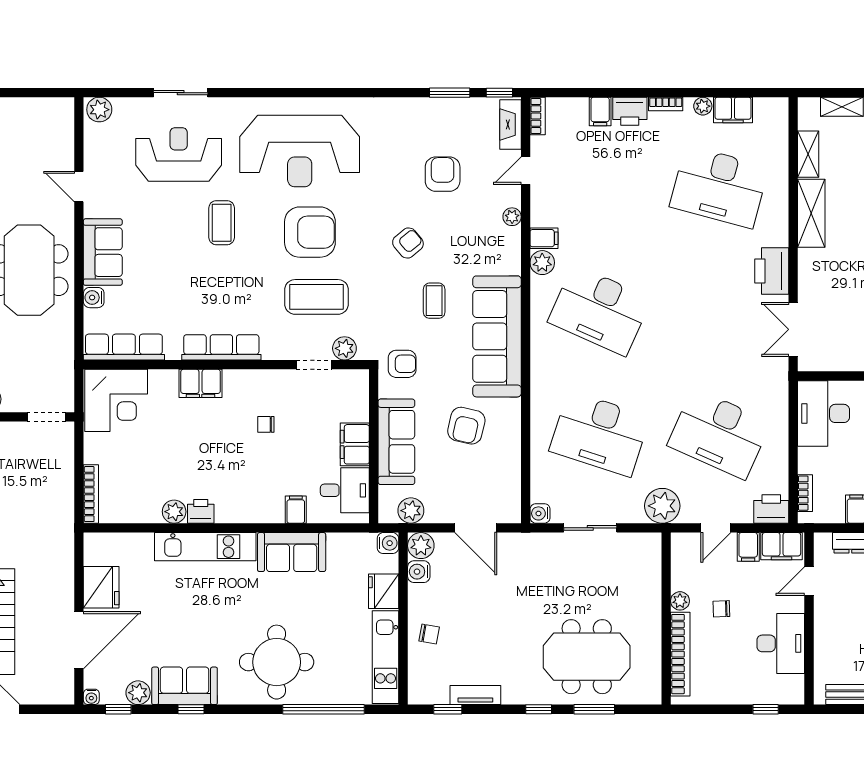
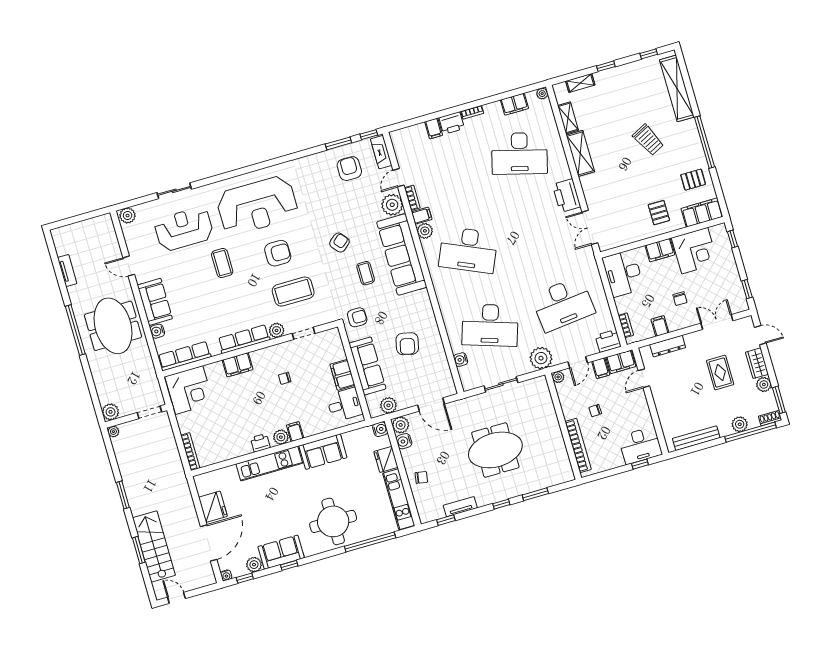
plant: (703, 106) -> (542, 94), moved
bookcase: (538, 116) -> (412, 198), moved
armchair: (443, 174) -> (349, 169), moved
plant: (512, 217) -> (392, 205), width x1.87, depth x1.87
armchair: (310, 232) -> (278, 253), width x0.73, depth x0.73
sofa: (497, 336) -> (402, 254), moved
plant: (344, 348) -> (277, 330), moved
desk: (719, 434) -> (563, 304), turned -30
filing cabinet: (296, 510) -> (295, 432), moved
plant: (174, 512) -> (281, 437), moved
water cooler: (540, 513) -> (461, 360), moved
plant: (680, 601) -> (558, 377), moved
desk: (781, 643) -> (640, 445), moved, turned 90
meeting table: (587, 657) -> (495, 450), moved

